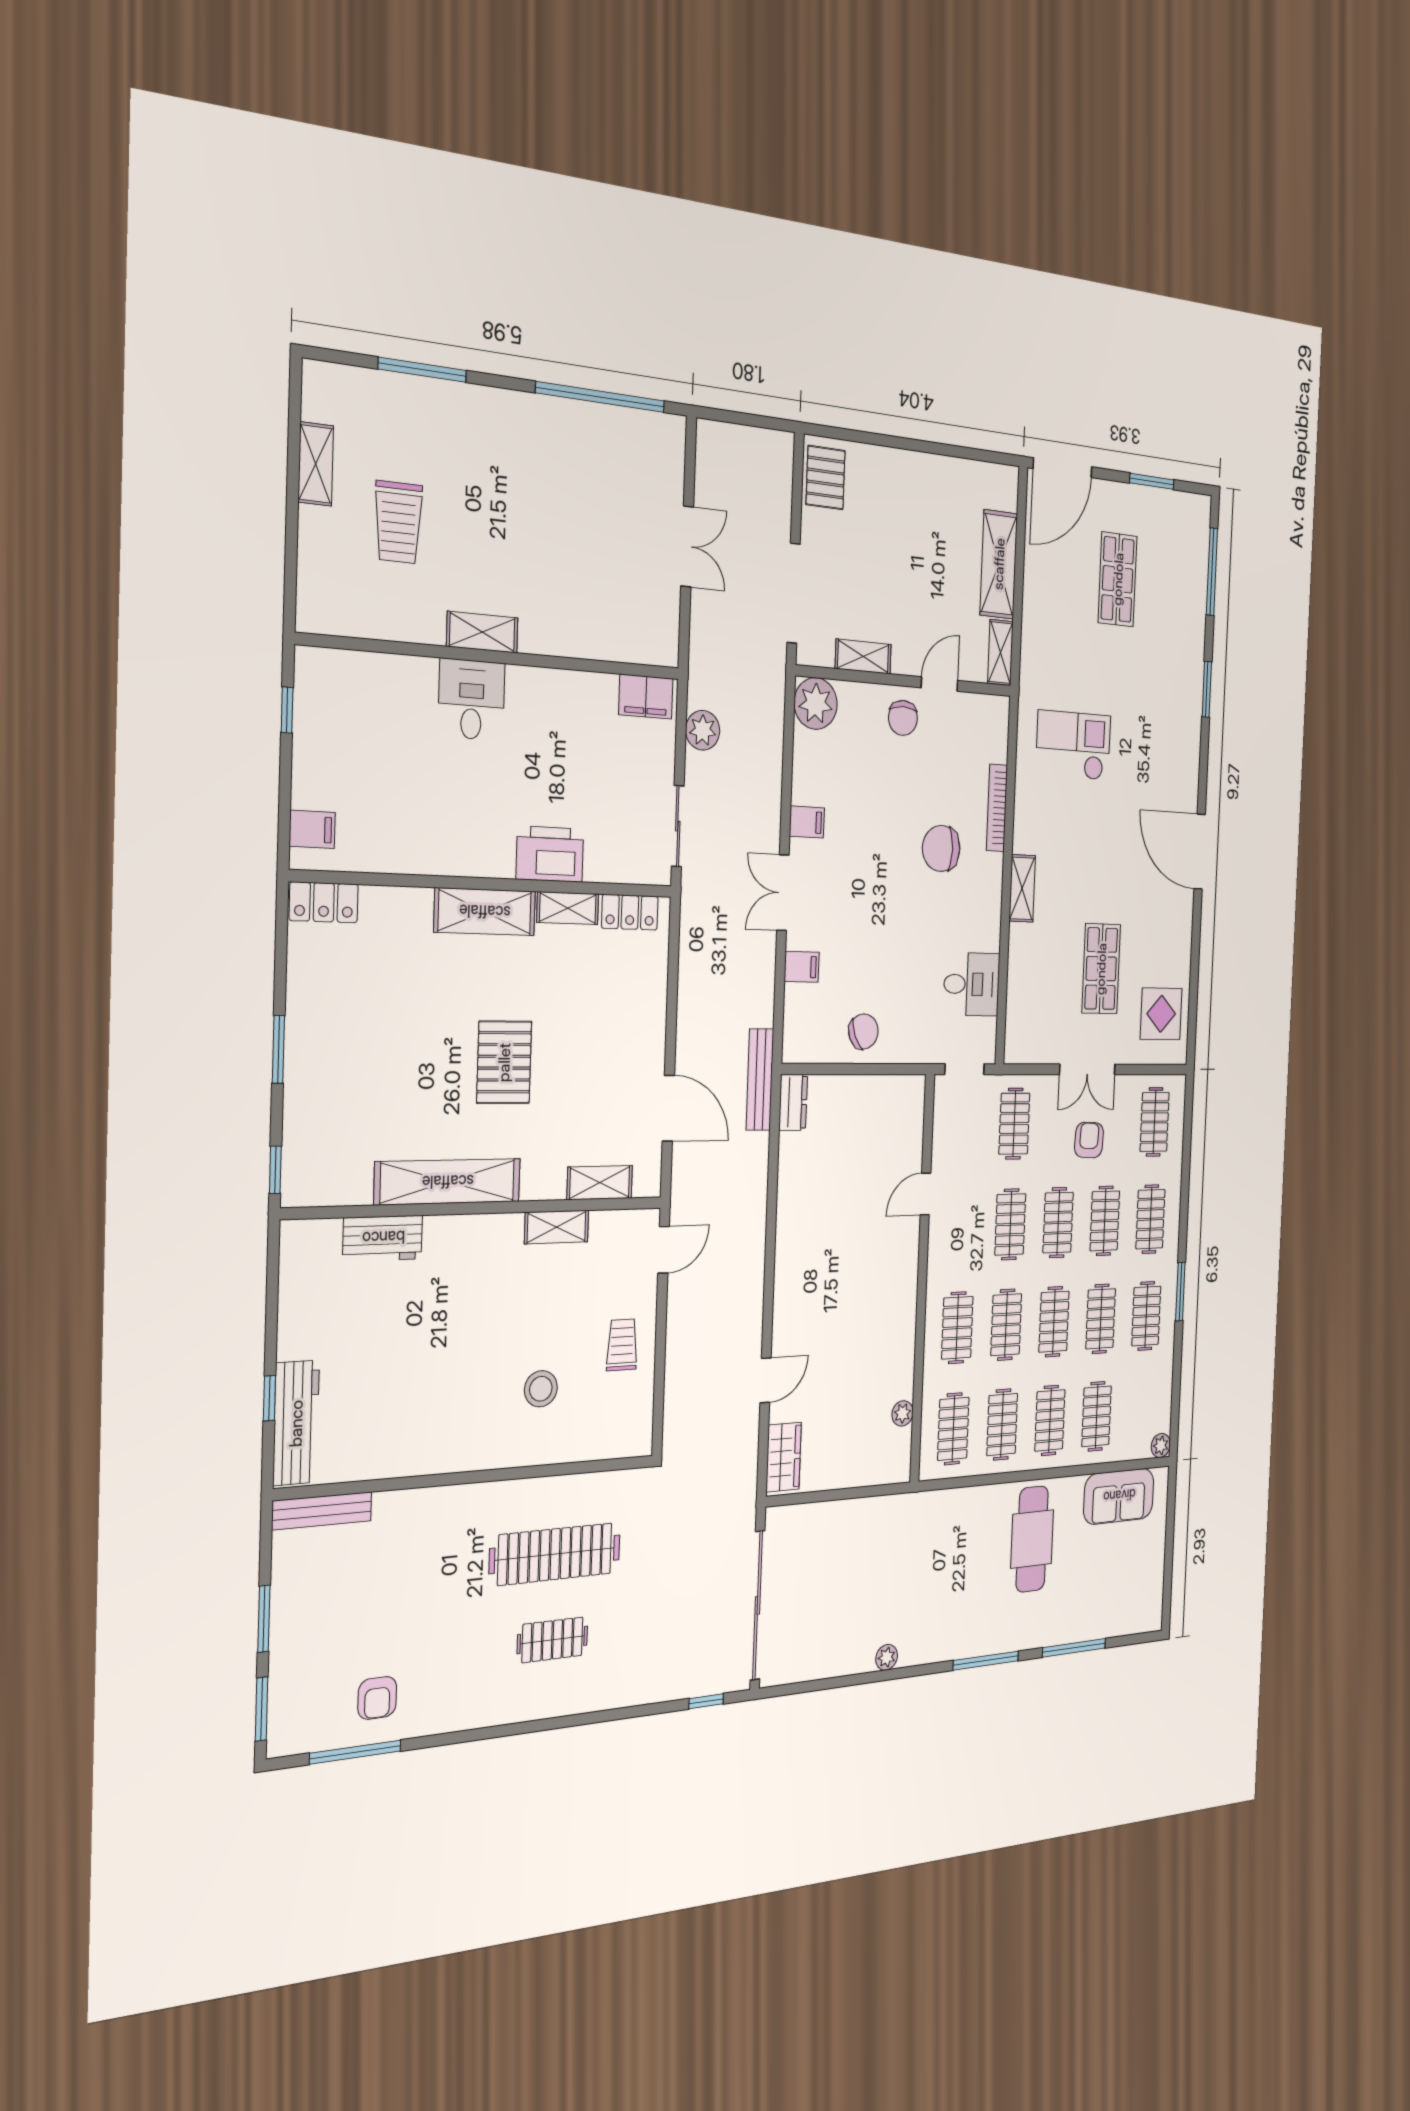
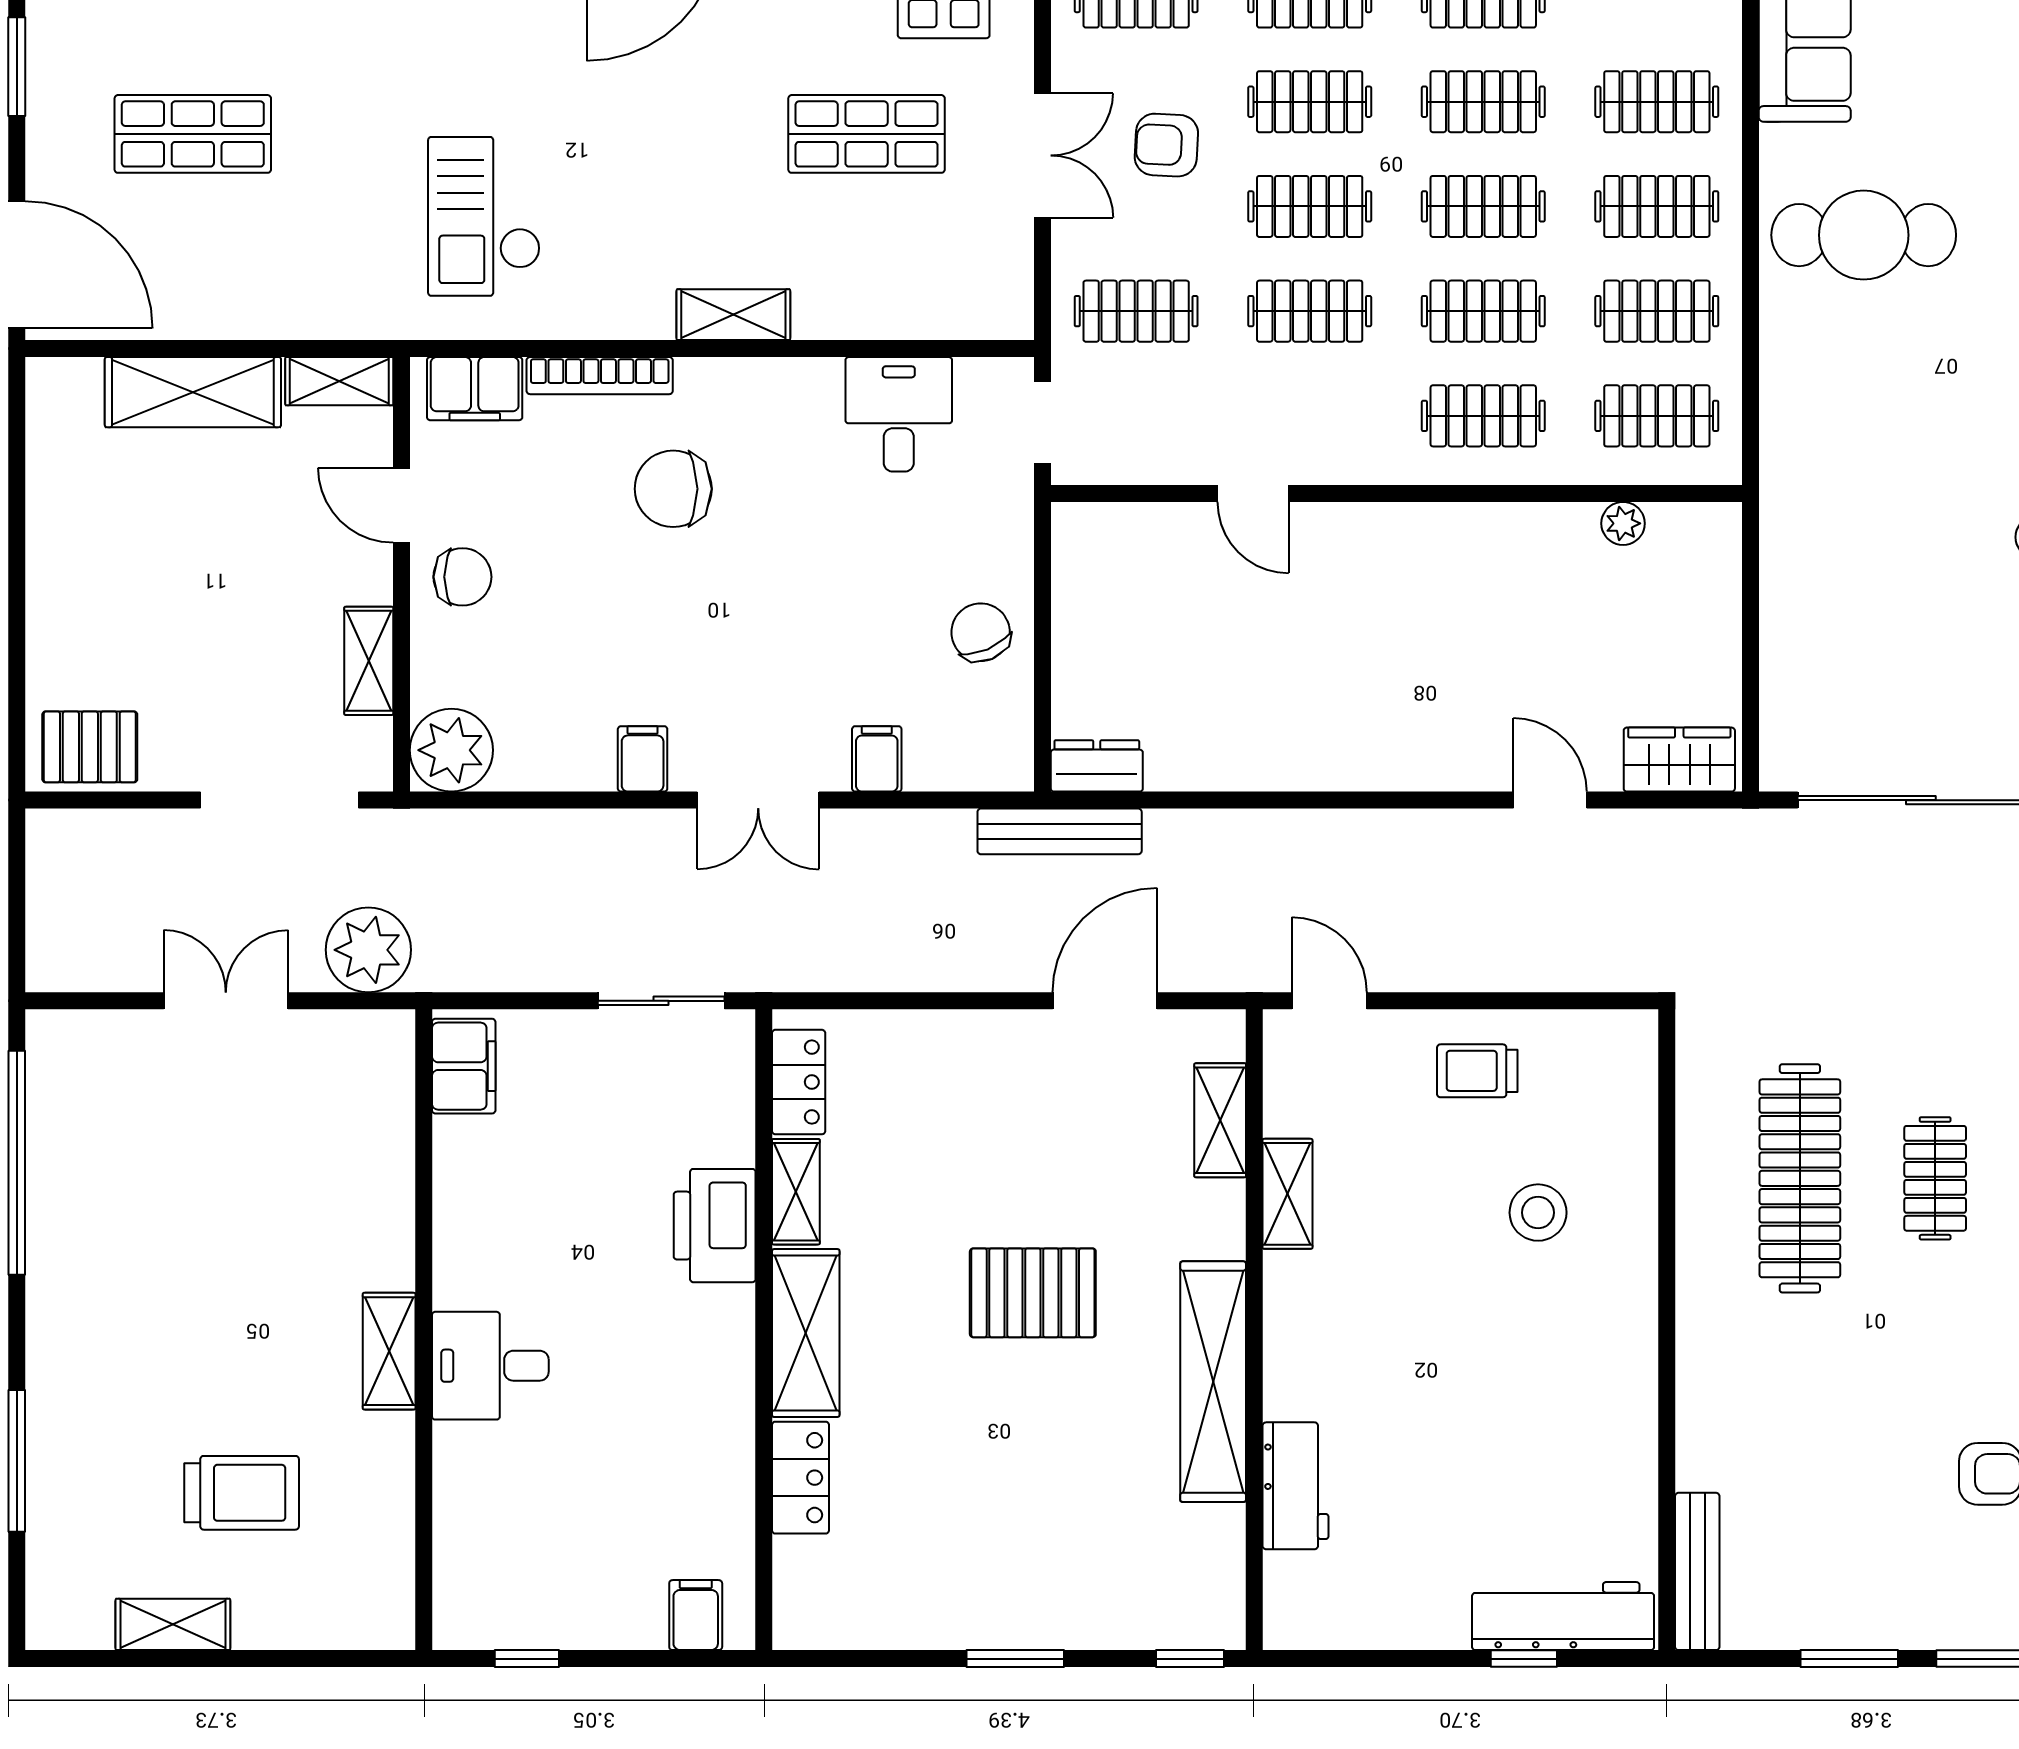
plant: (703, 730) -> (368, 950), moved, width x1.36, depth x1.36
filing cabinet: (994, 733) -> (475, 389), added
chair: (941, 848) -> (673, 489), turned 90
locker: (324, 902) -> (800, 1478), moved

